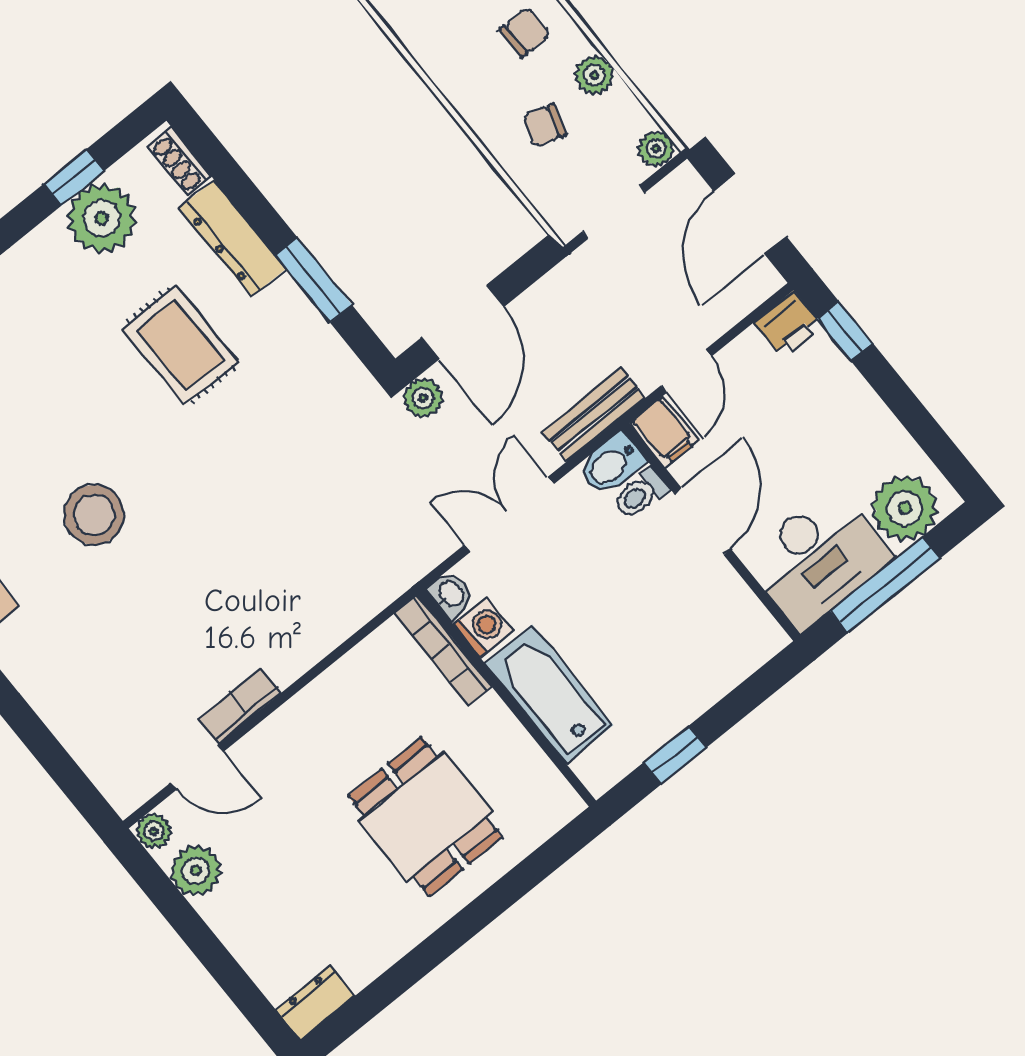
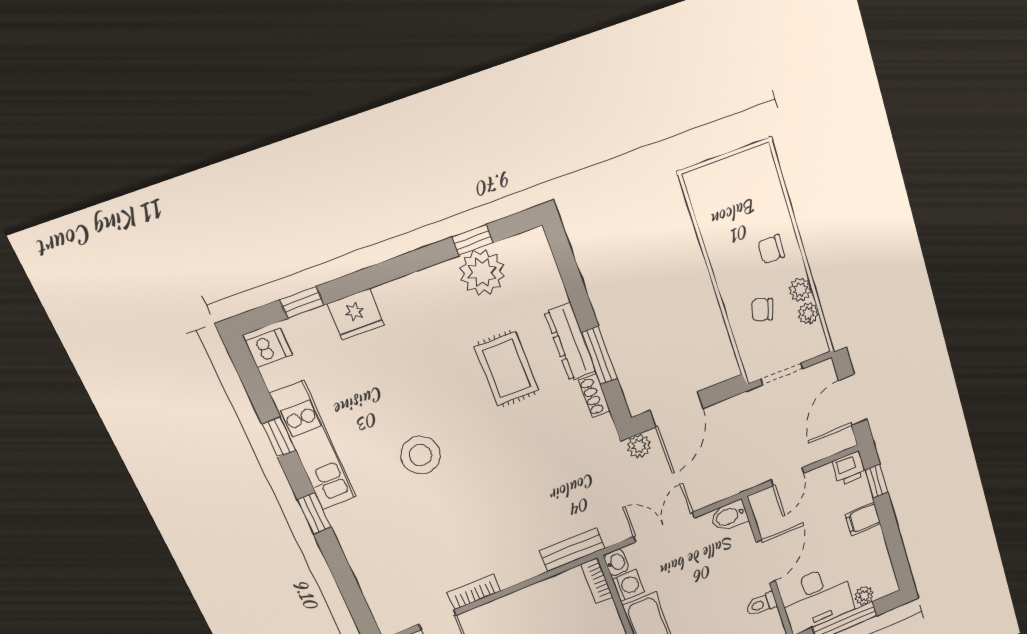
chair: (525, 32) -> (771, 249), turned 180
plant: (656, 149) -> (808, 313), moved
shoe rack: (180, 162) -> (594, 396), moved
dresser: (233, 238) -> (570, 342), moved
bench: (594, 415) -> (572, 550), moved
filing cabinet: (664, 432) -> (863, 519), moved, turned 90
toilet: (640, 494) -> (761, 604), moved
plant: (905, 508) -> (864, 596), width x0.53, depth x0.53
bookcase: (443, 650) -> (597, 581), width x0.64

